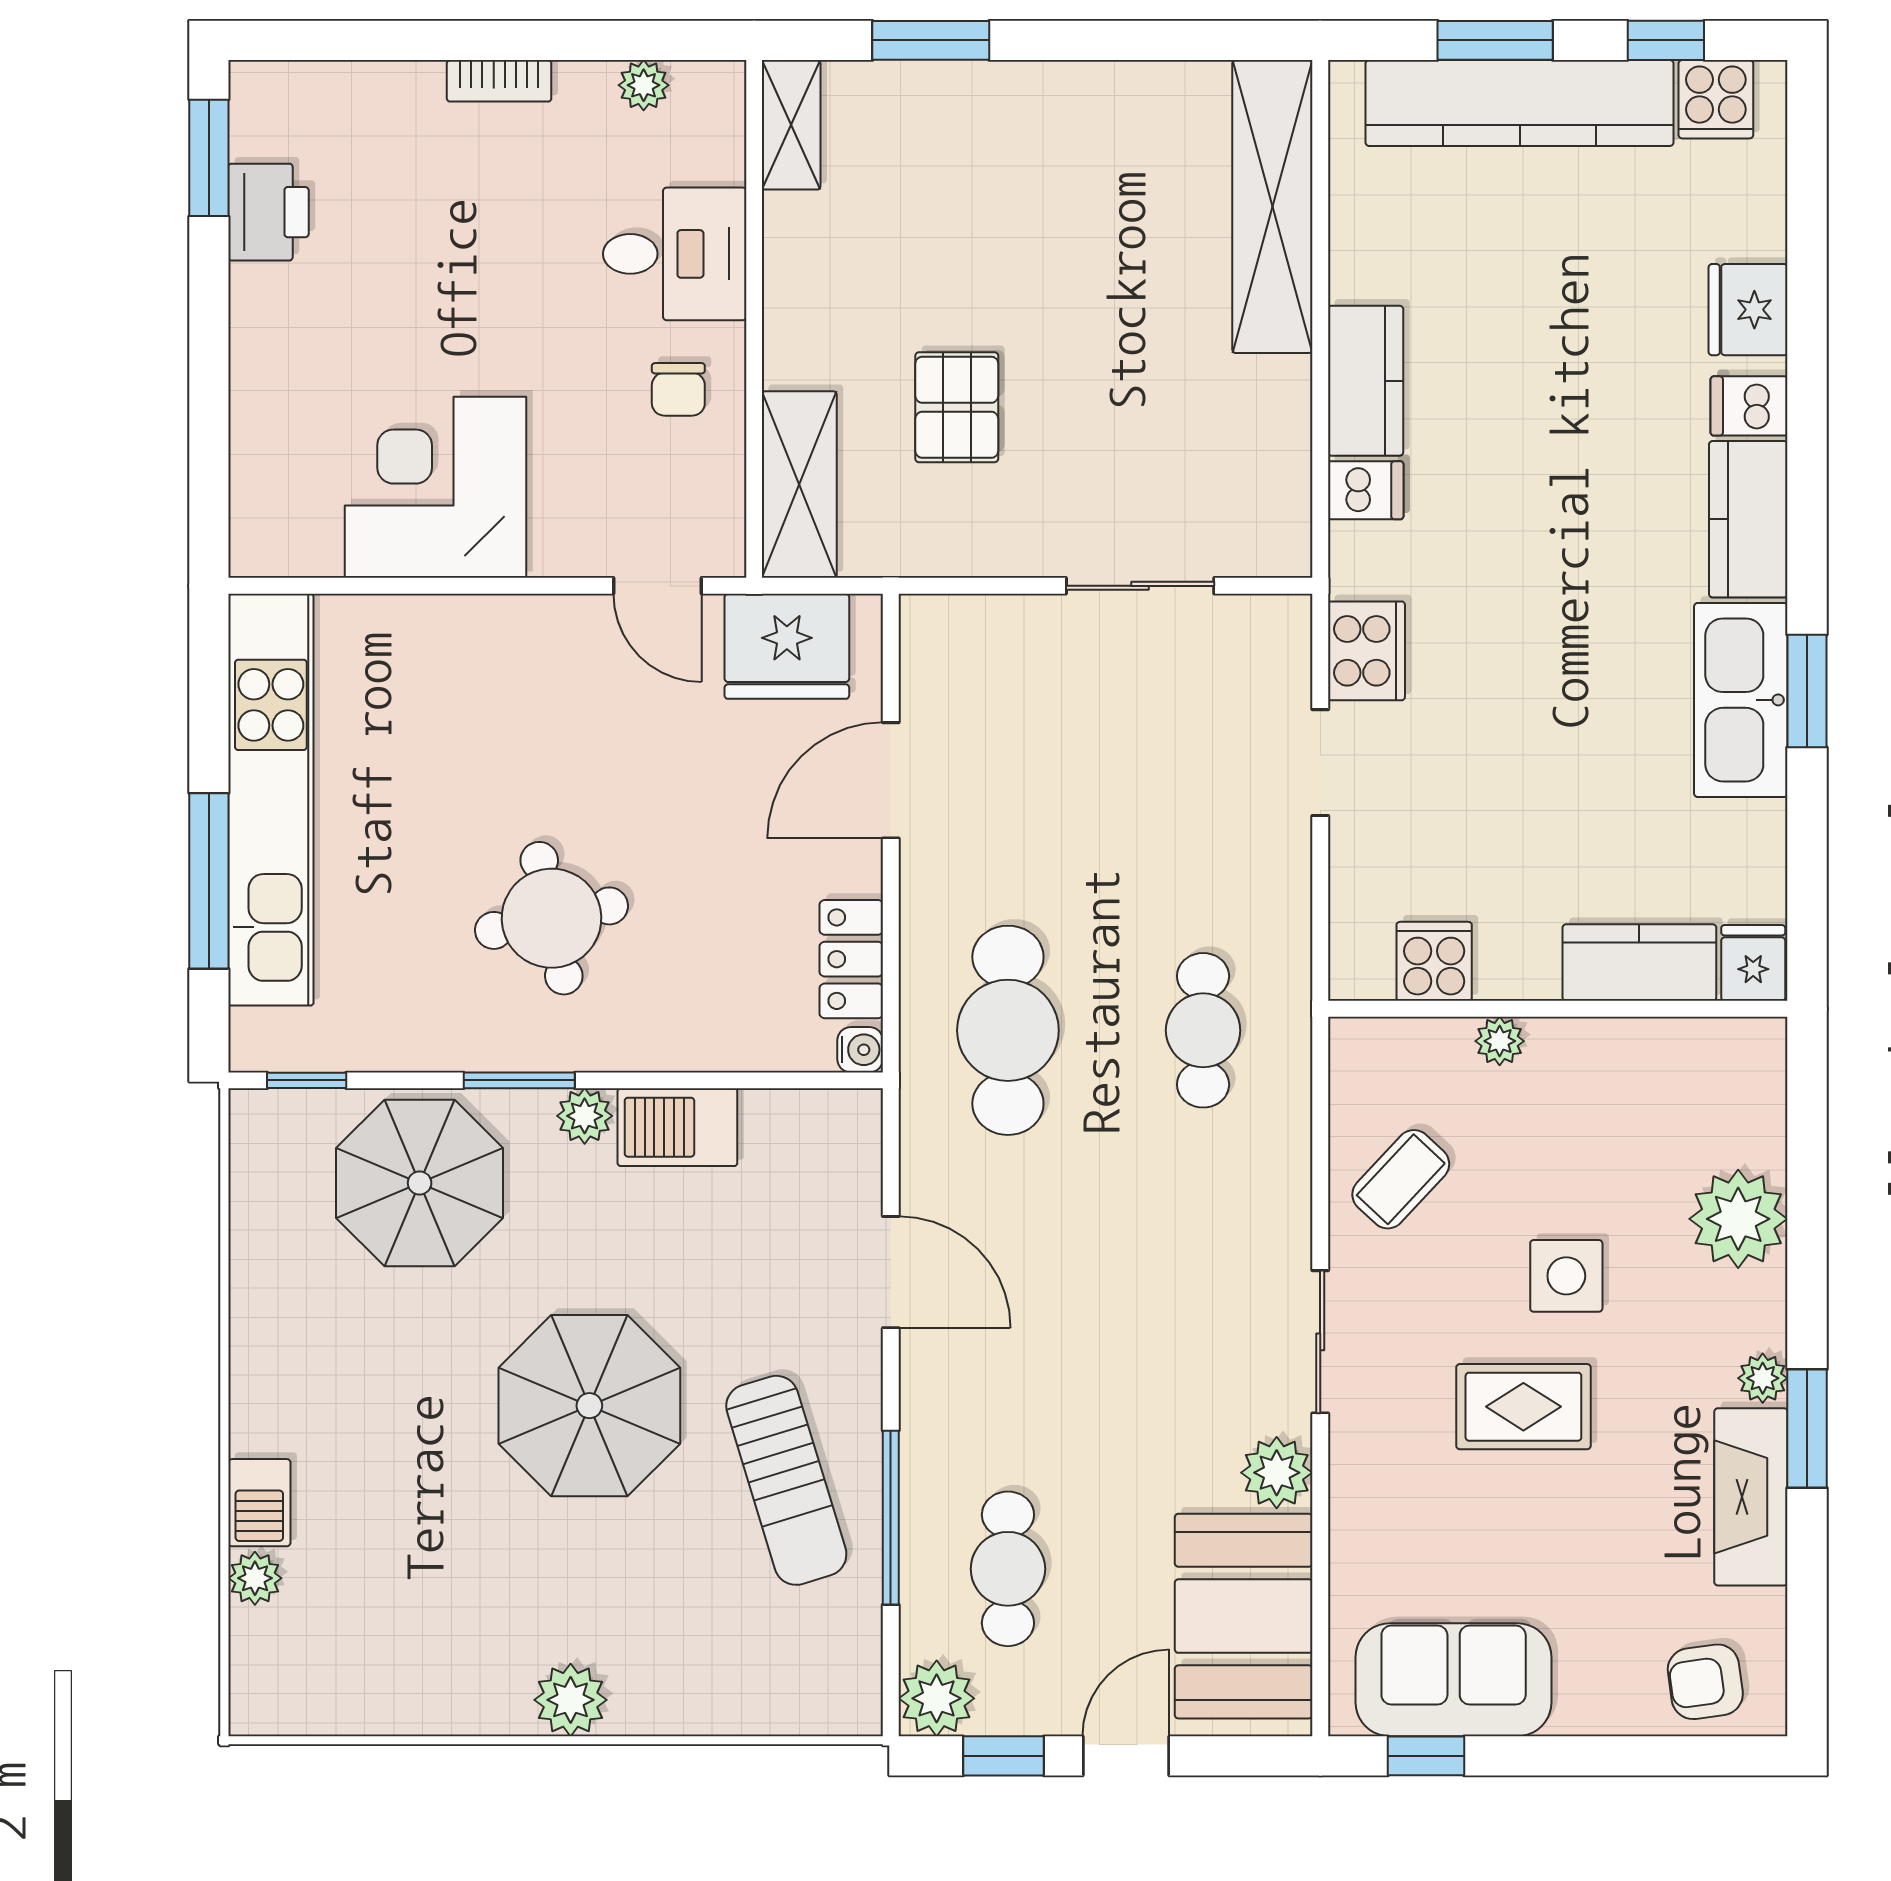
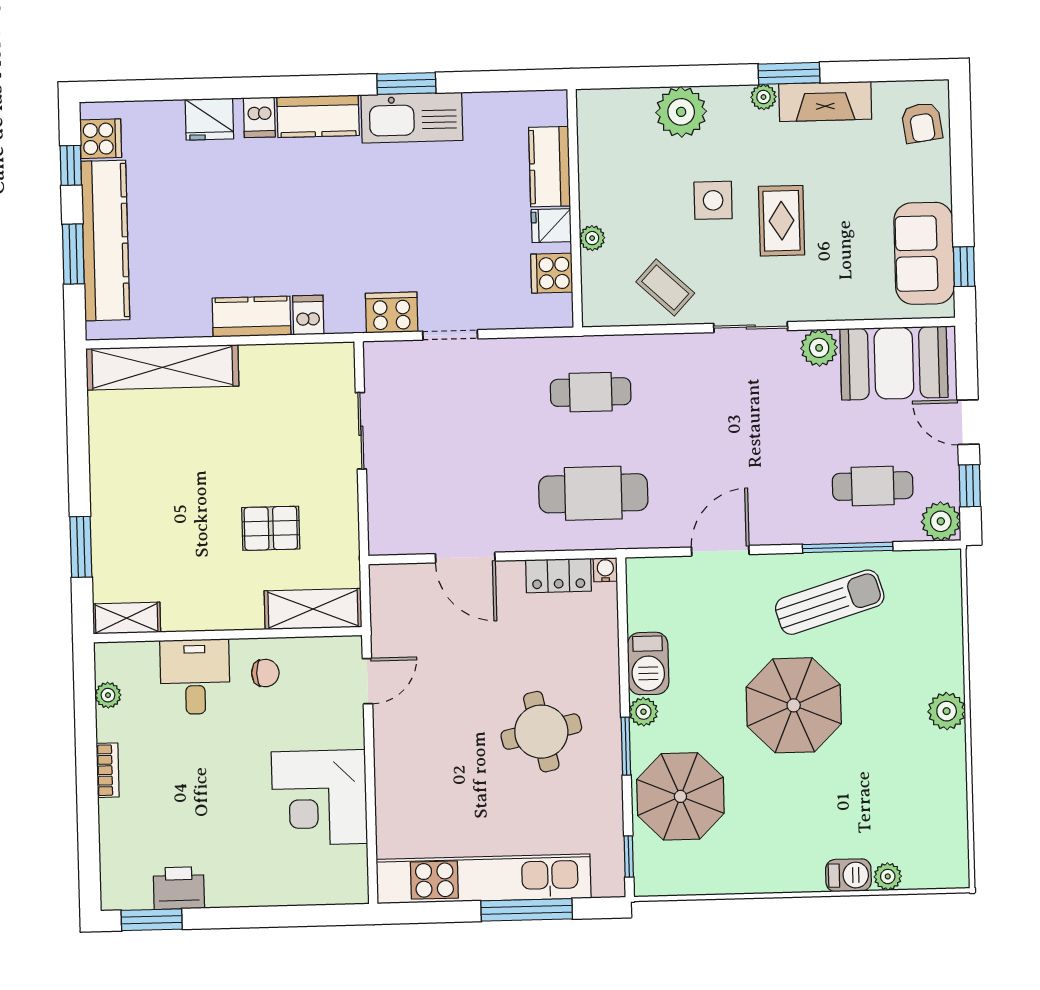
fridge: (787, 646) -> (397, 613), removed
fridge: (1753, 963) -> (551, 226), moved

